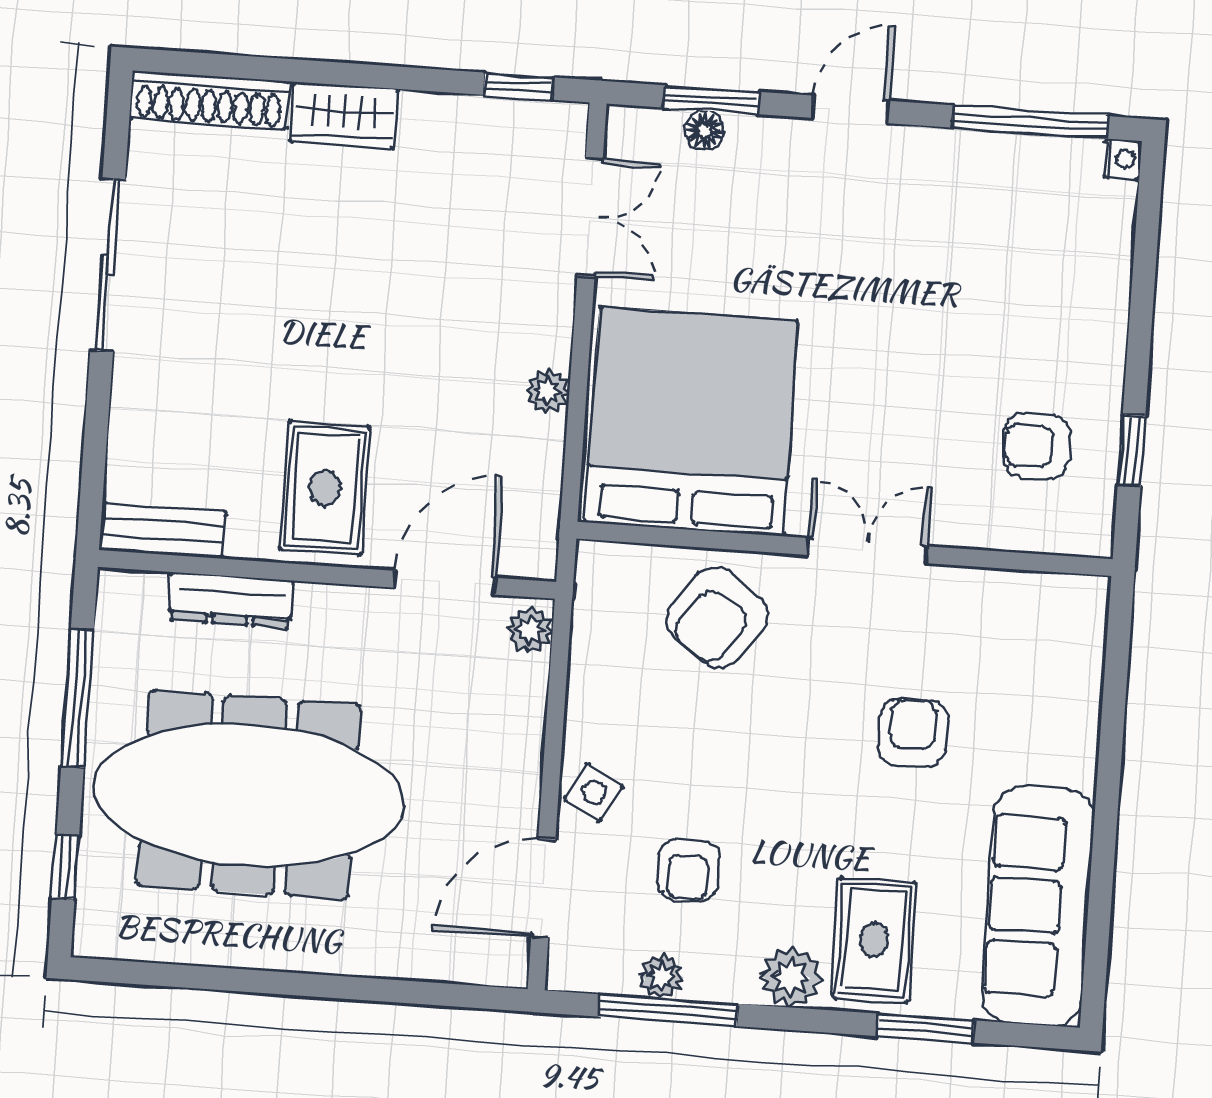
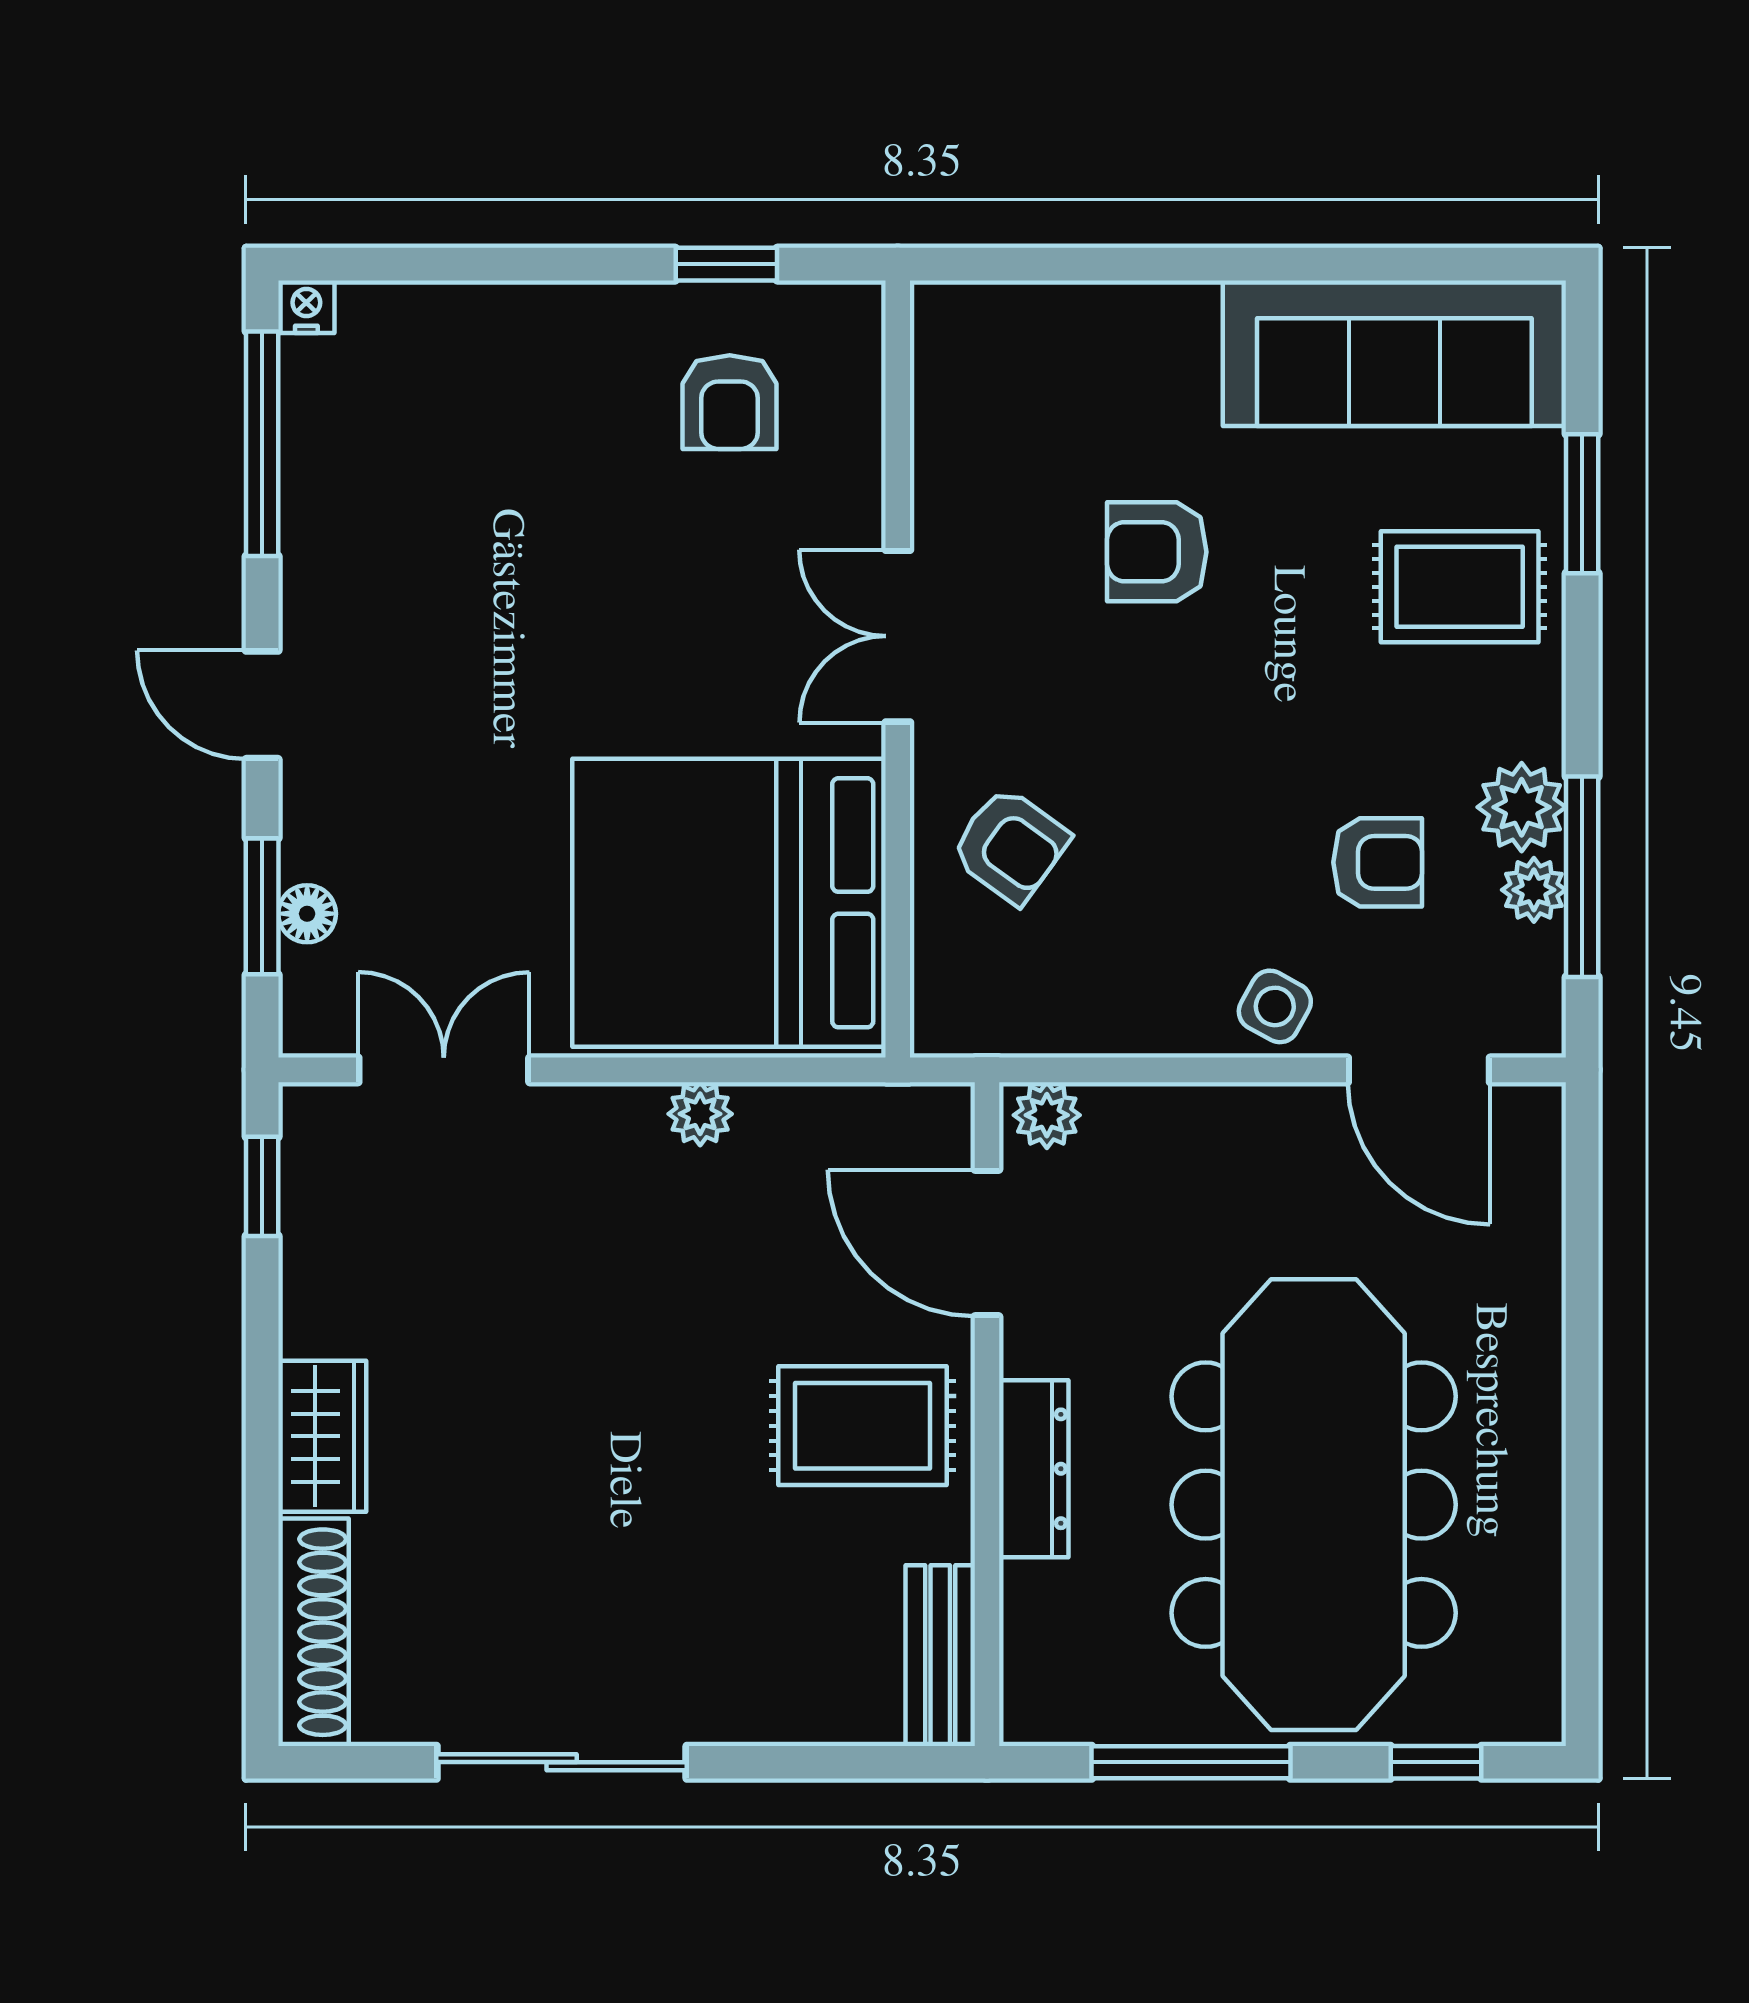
dresser: (231, 600) -> (1034, 1469), moved
armchair: (717, 618) -> (1010, 846), width x0.72, depth x0.72
plant: (791, 977) -> (1522, 807), moved

